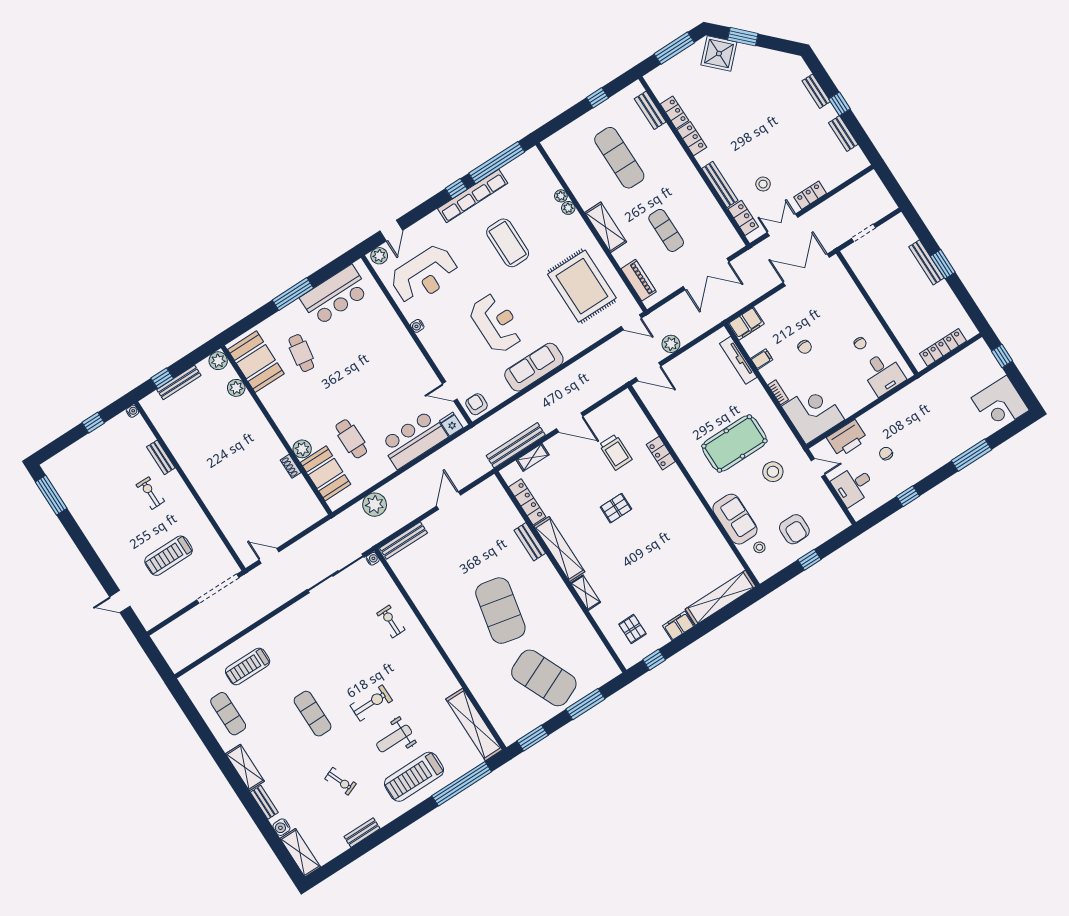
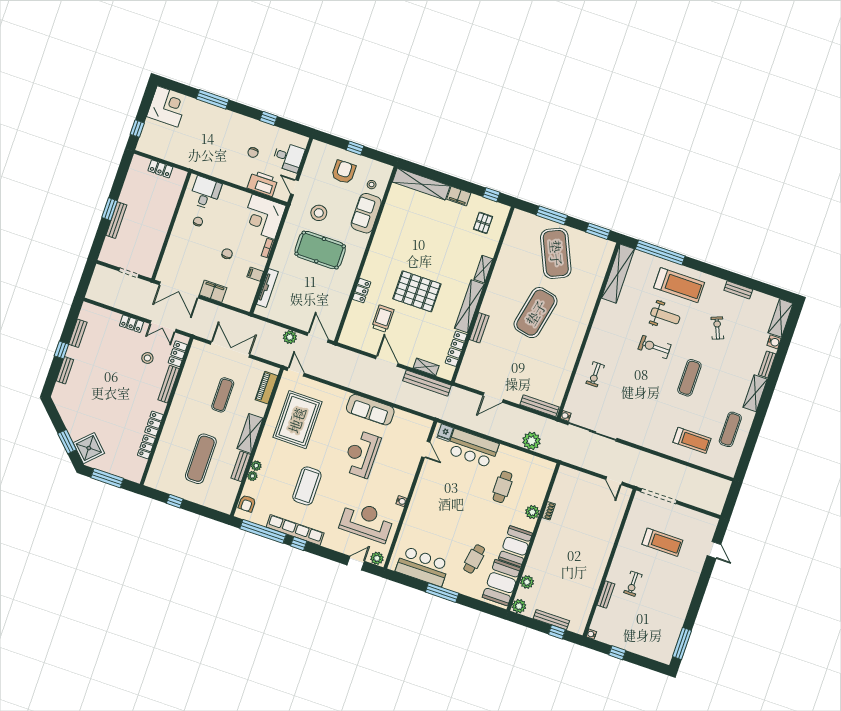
bench: (650, 110) -> (241, 466), moved
filing cabinet: (746, 324) -> (213, 291), moved
locker: (943, 347) -> (160, 169), width x0.66
armchair: (477, 404) -> (247, 504), moved
booth: (326, 473) -> (515, 546), moved
pallet: (616, 508) -> (417, 291), width x2.05, depth x2.00

